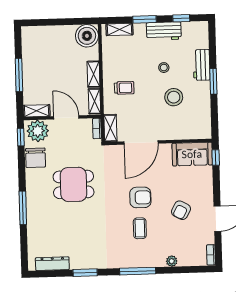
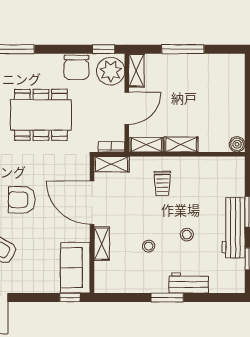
shelving: (119, 29) -> (102, 244), moved
workbench: (164, 31) -> (233, 228), width x1.38
boiler: (87, 36) -> (237, 144), width x0.54, depth x0.54
stool: (174, 97) -> (149, 246), width x0.53, depth x0.53
chair: (36, 158) -> (76, 67), turned -90
dining table: (74, 184) -> (41, 115), width x1.38
armchair: (140, 197) -> (22, 200), turned 90

